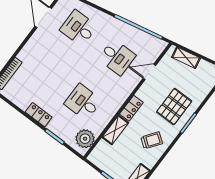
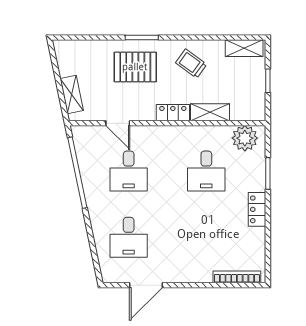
desk: (117, 57) -> (129, 171), turned 180

